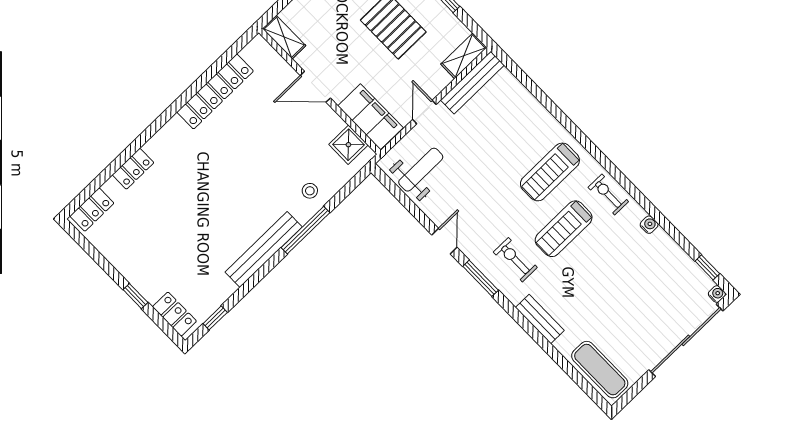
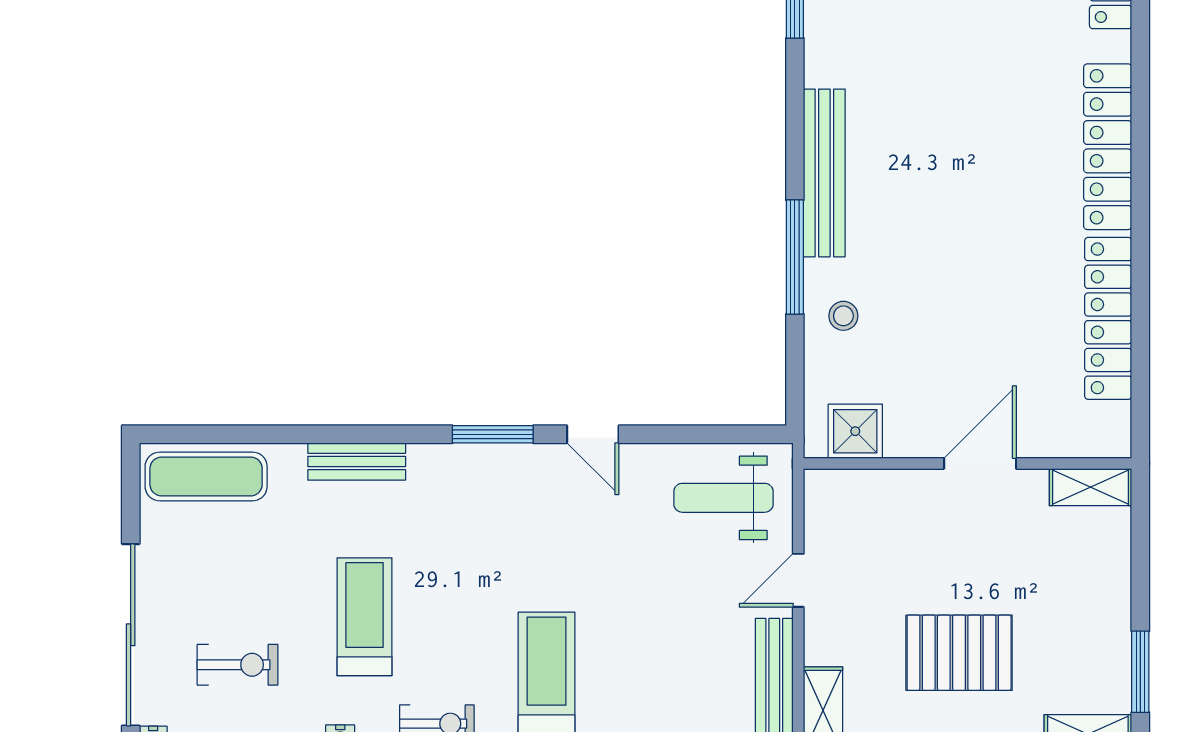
door: (424, 112) -> (798, 580), swing flipped
filing cabinet: (370, 117) -> (864, 499), removed
locker: (133, 169) -> (1108, 147), width x2.16, depth x1.21
weight bench: (421, 170) -> (723, 498), turned 90
treadmill: (564, 229) -> (365, 617), moved
exercise bike: (515, 260) -> (238, 665), moved

